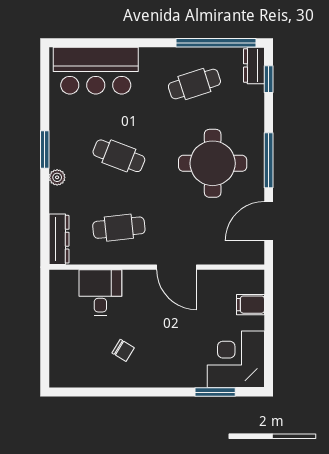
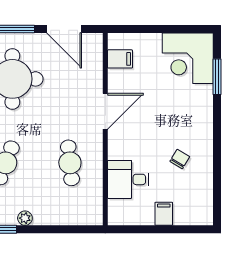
dresser: (59, 239) -> (80, 216), removed
filing cabinet: (251, 305) -> (120, 59), moved, turned -90
filing cabinet: (62, 332) -> (164, 214), added

